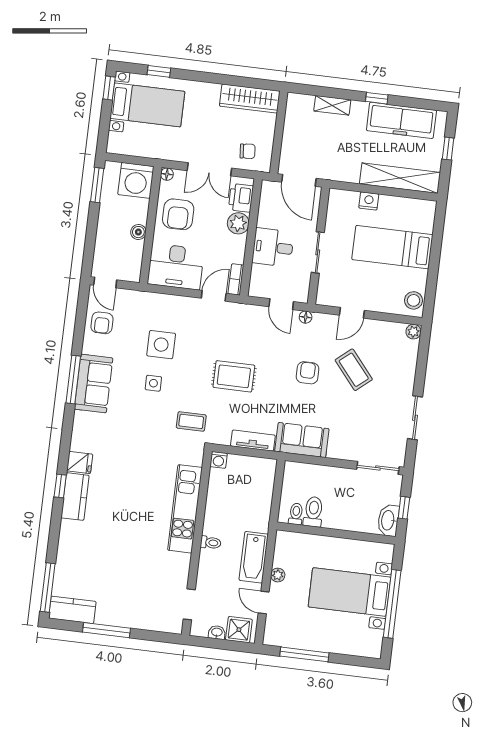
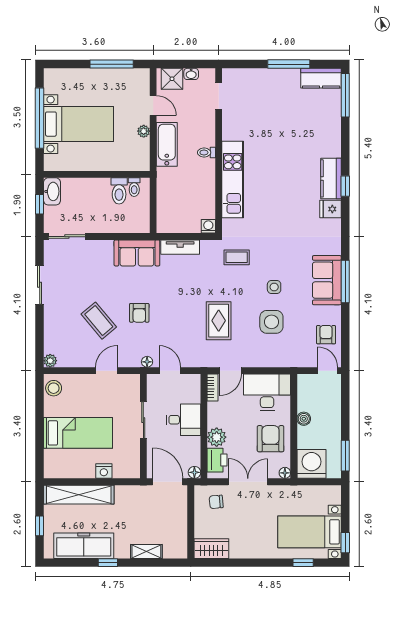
wardrobe: (250, 99) -> (211, 549), width x0.67
floor lamp: (268, 187) -> (194, 472), added
rug: (234, 376) -> (219, 321), moved, turned 90

